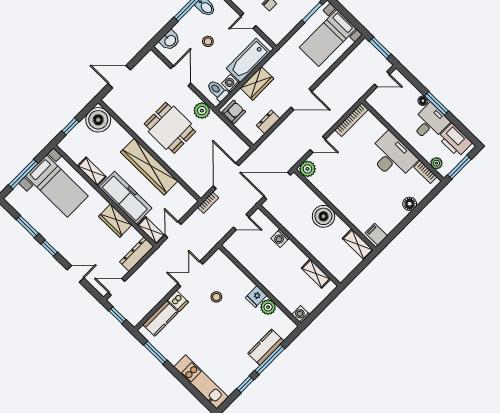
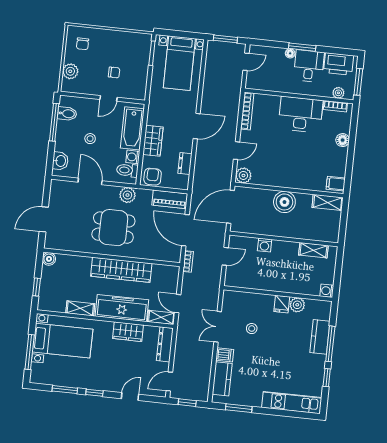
boiler: (98, 120) -> (49, 259), width x0.54, depth x0.54
piano: (233, 141) -> (170, 199), added

